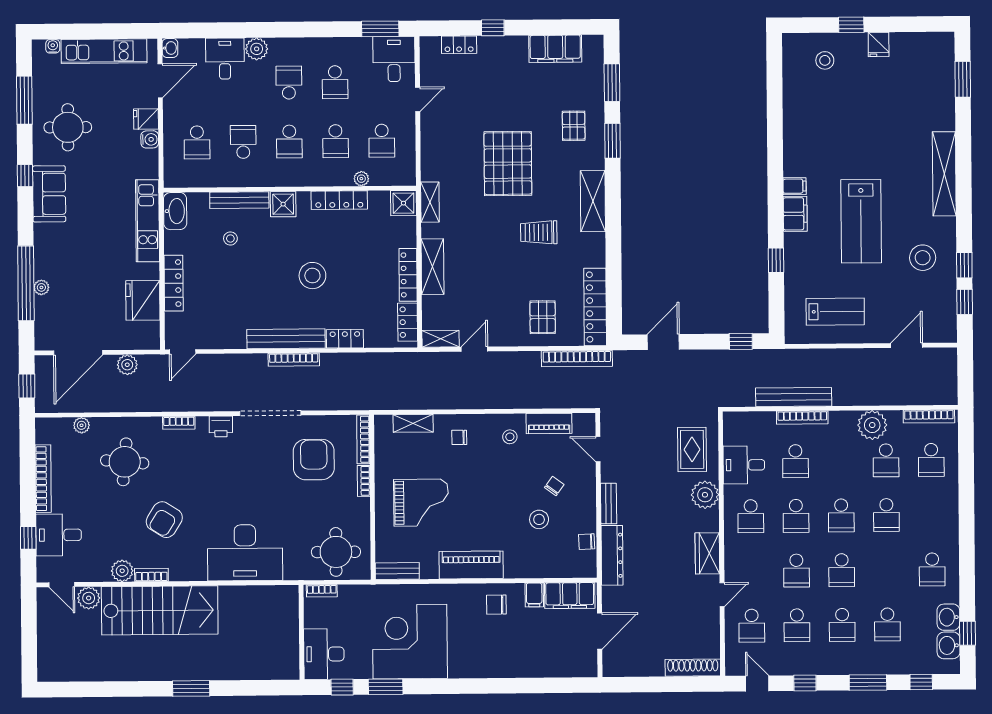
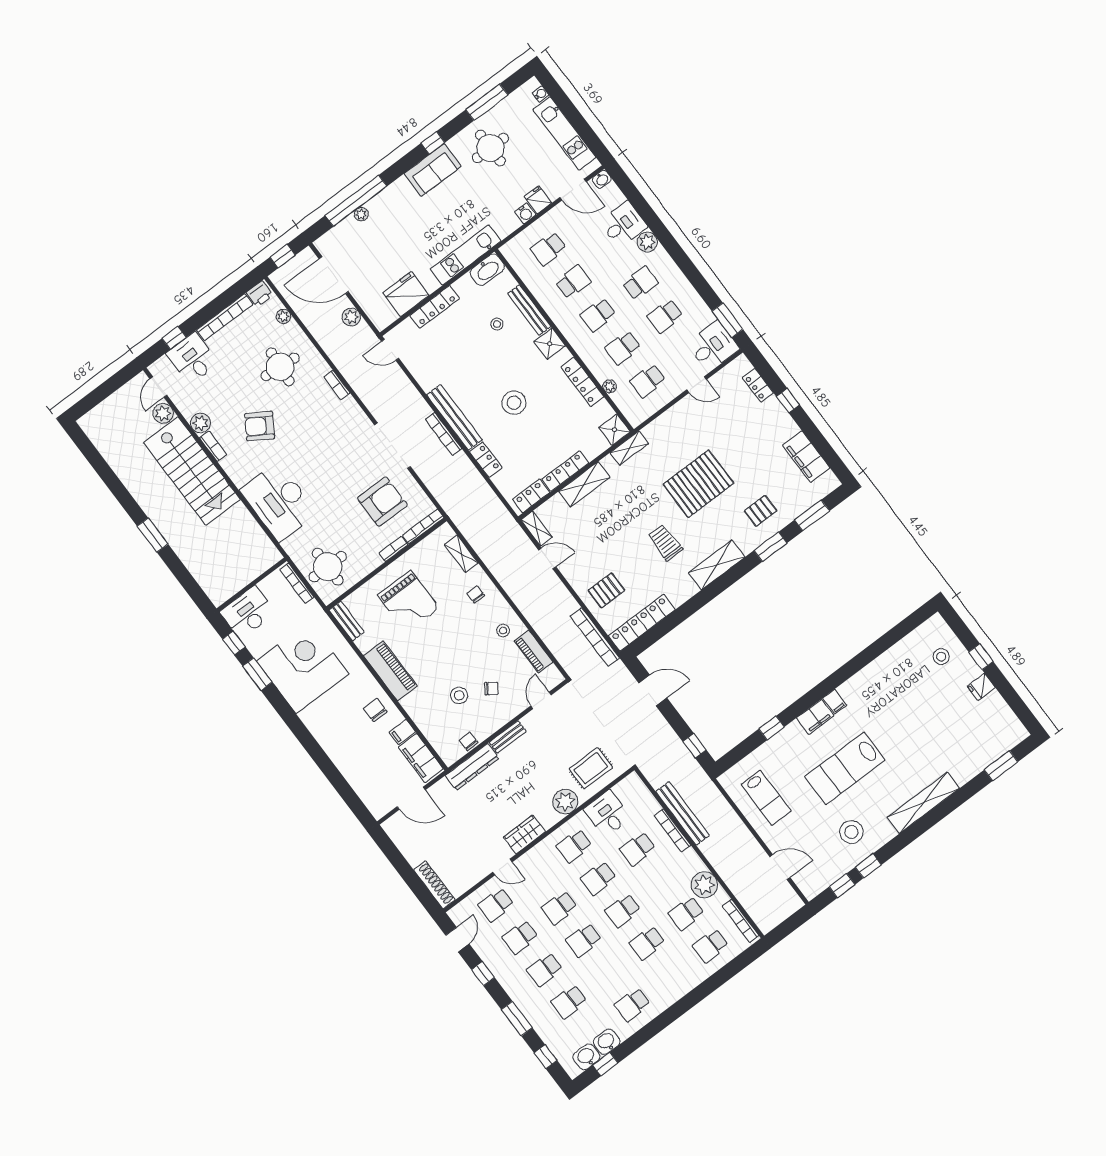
printer: (221, 427) -> (260, 294), moved, turned -90
bookcase: (322, 591) -> (297, 583), width x1.56

